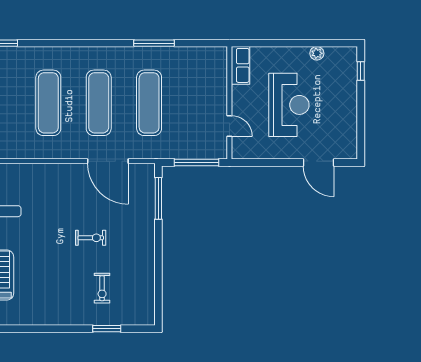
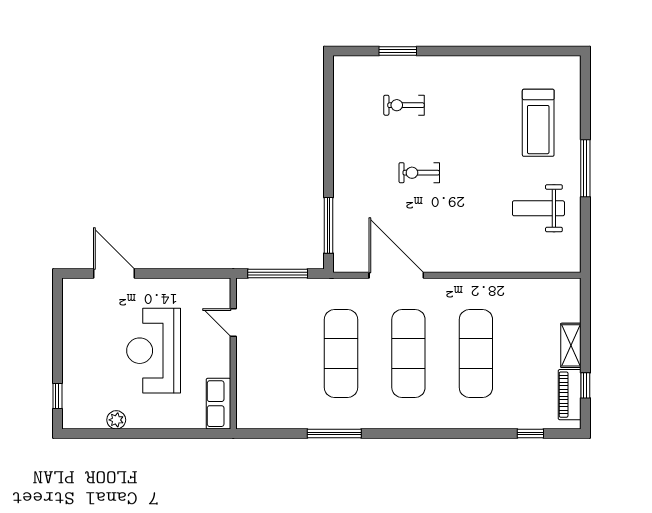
exercise bike: (102, 288) -> (404, 105), turned -90

